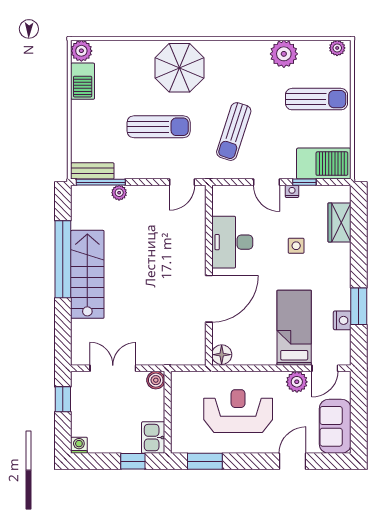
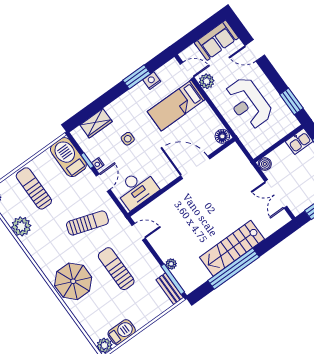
desk: (232, 242) -> (137, 189), moved

